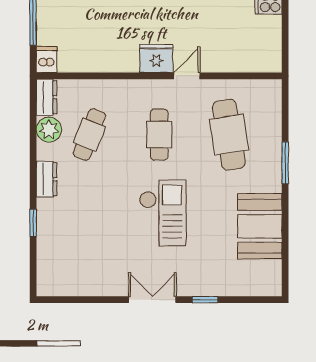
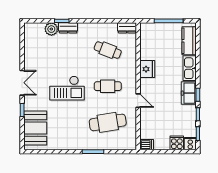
fridge: (156, 58) -> (147, 69), moved
dishwasher: (47, 59) -> (147, 145), moved
plant: (49, 130) -> (51, 29), moved
dresser: (47, 179) -> (68, 28), moved
booth: (260, 226) -> (35, 128), moved, turned 90

